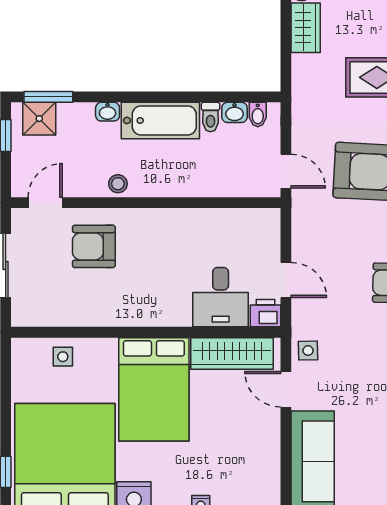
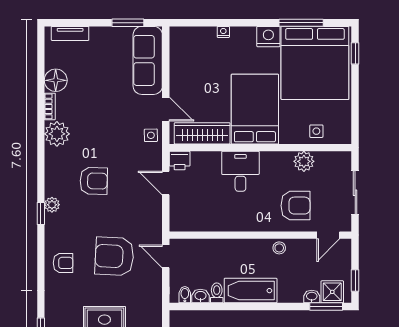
washbasin: (108, 112) -> (312, 296), moved
desk: (221, 297) -> (240, 171), moved
plant: (81, 312) -> (304, 161), added

